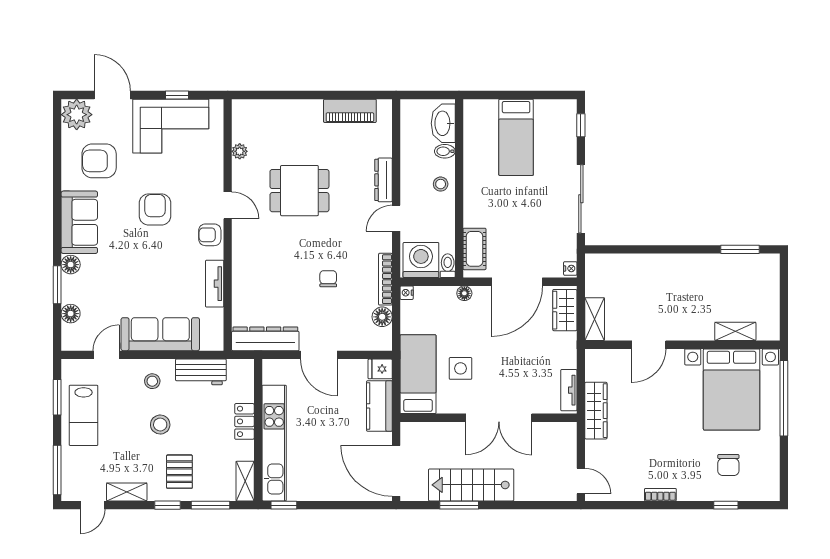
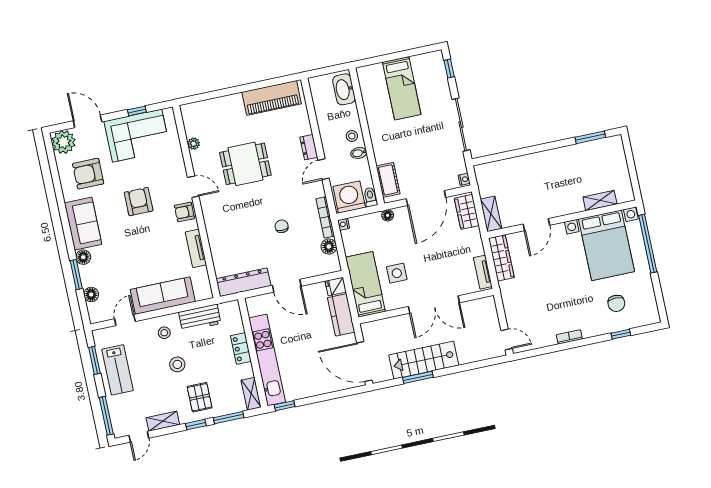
piano: (350, 111) -> (272, 98), width x1.37, depth x1.33
bidet: (445, 151) -> (359, 153), moved
dresser: (384, 180) -> (309, 147), width x0.70
wardrobe: (596, 411) -> (501, 258), moved

